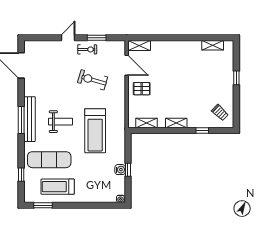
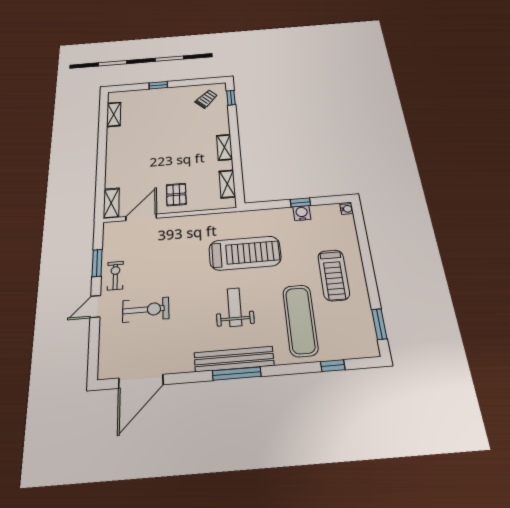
door: (68, 38) -> (95, 306), hinge flipped
exercise bike: (93, 80) -> (146, 310), moved, turned -106
window: (202, 130) -> (231, 98), moved
treadmill: (58, 187) -> (334, 275), moved

